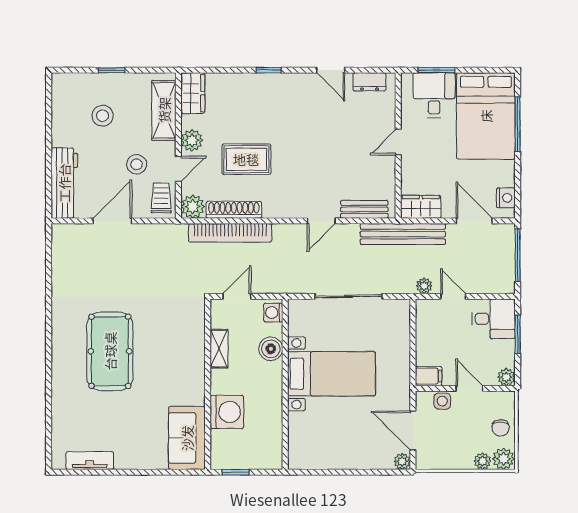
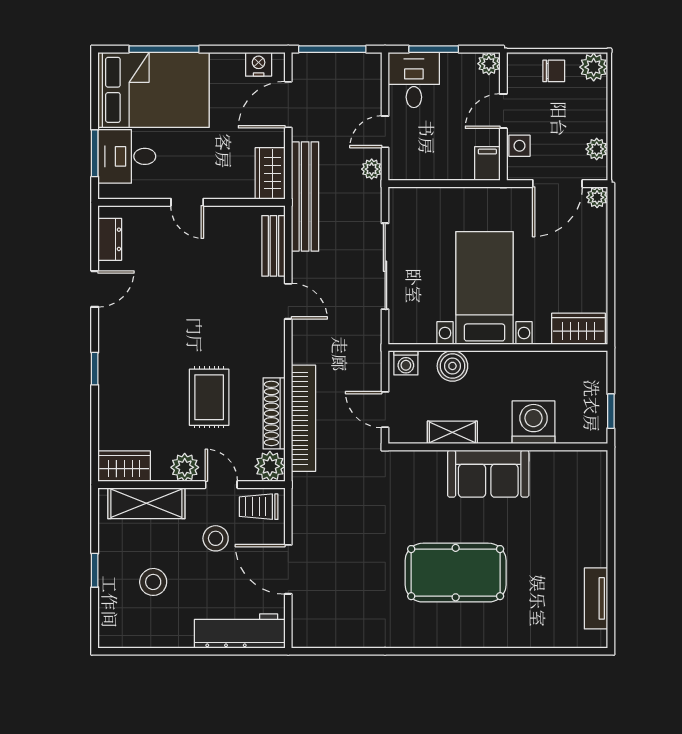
sofa: (187, 438) -> (488, 474), moved
wardrobe: (300, 447) -> (578, 329), added
plant: (482, 461) -> (597, 149), moved

